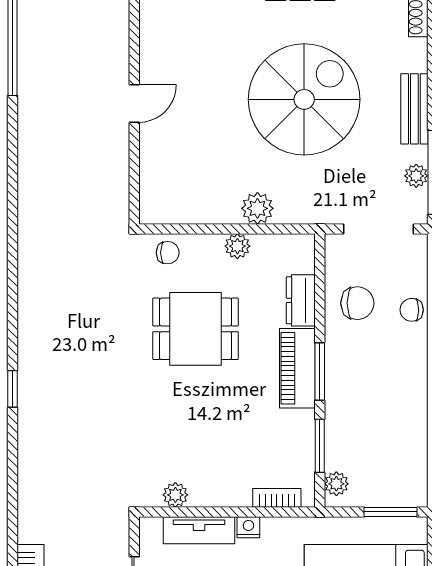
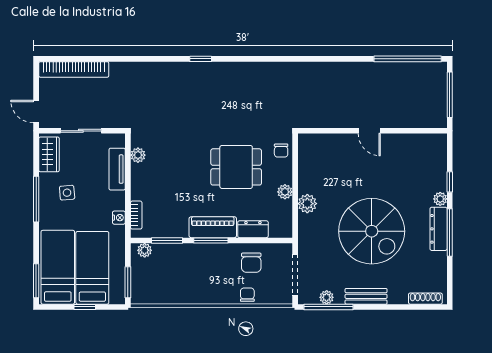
dining table: (195, 329) -> (236, 167), turned 90
nightstand: (248, 527) -> (119, 218), moved

